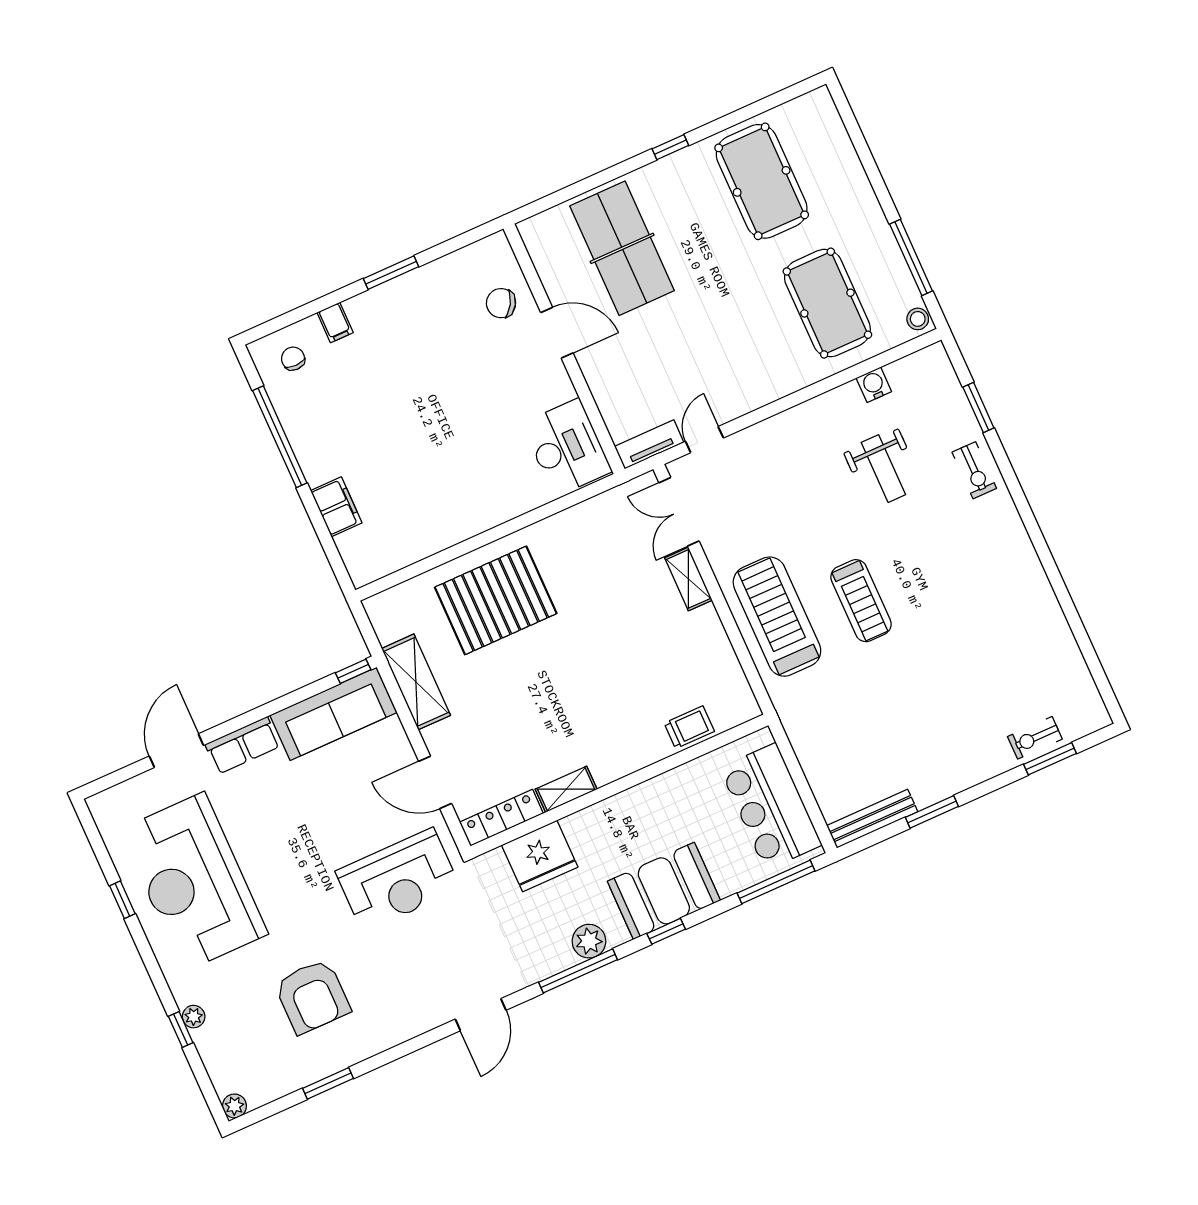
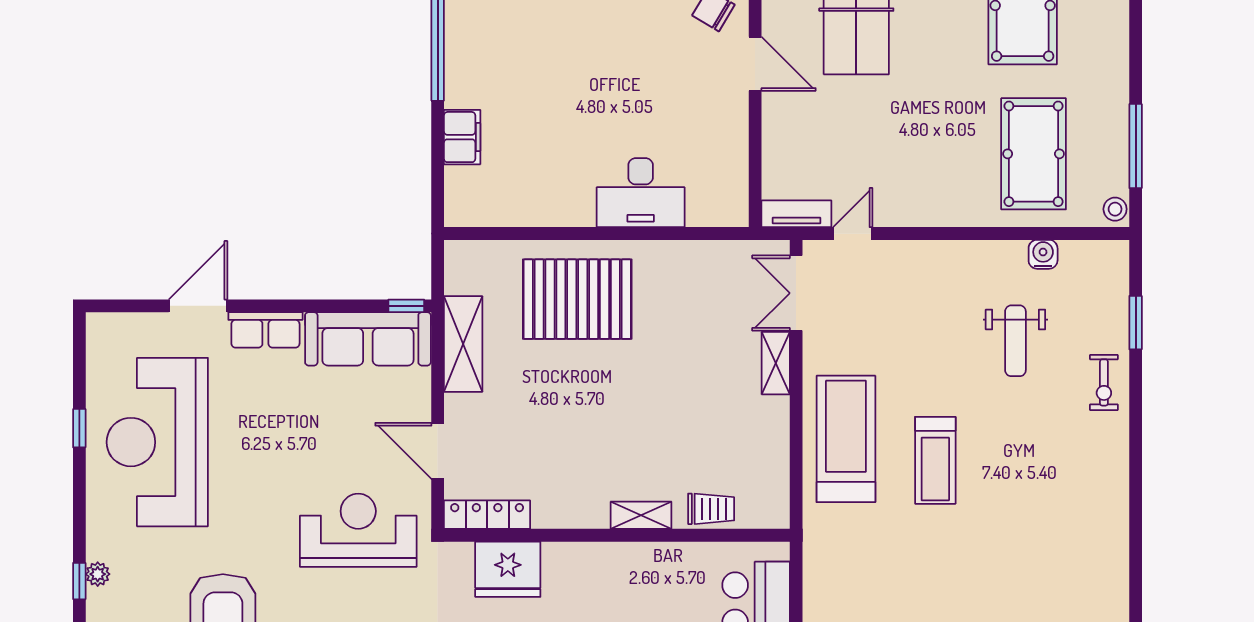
desk: (567, 448) -> (641, 193), moved, turned 90
shelving: (566, 789) -> (641, 515), moved
reception desk: (398, 880) -> (358, 530), turned 180

